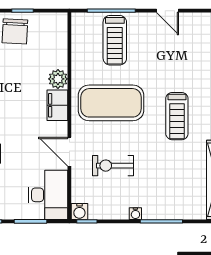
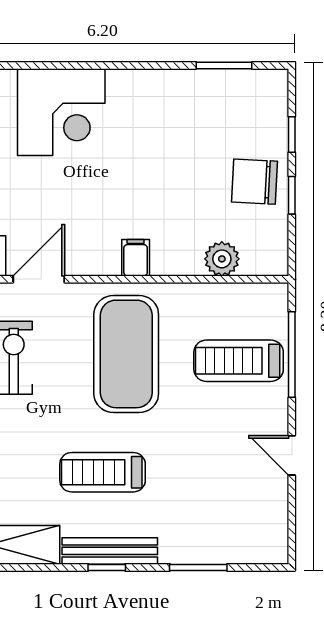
door: (168, 11) -> (292, 455), hinge flipped
plant: (58, 79) -> (222, 259), moved
filing cabinet: (57, 105) -> (136, 258), width x0.50

